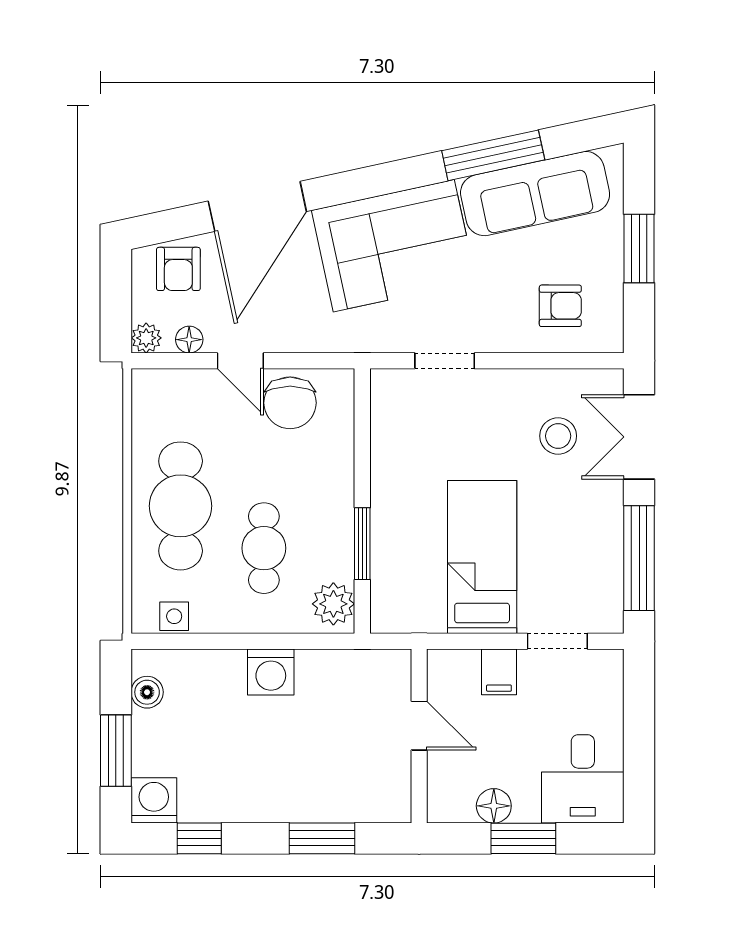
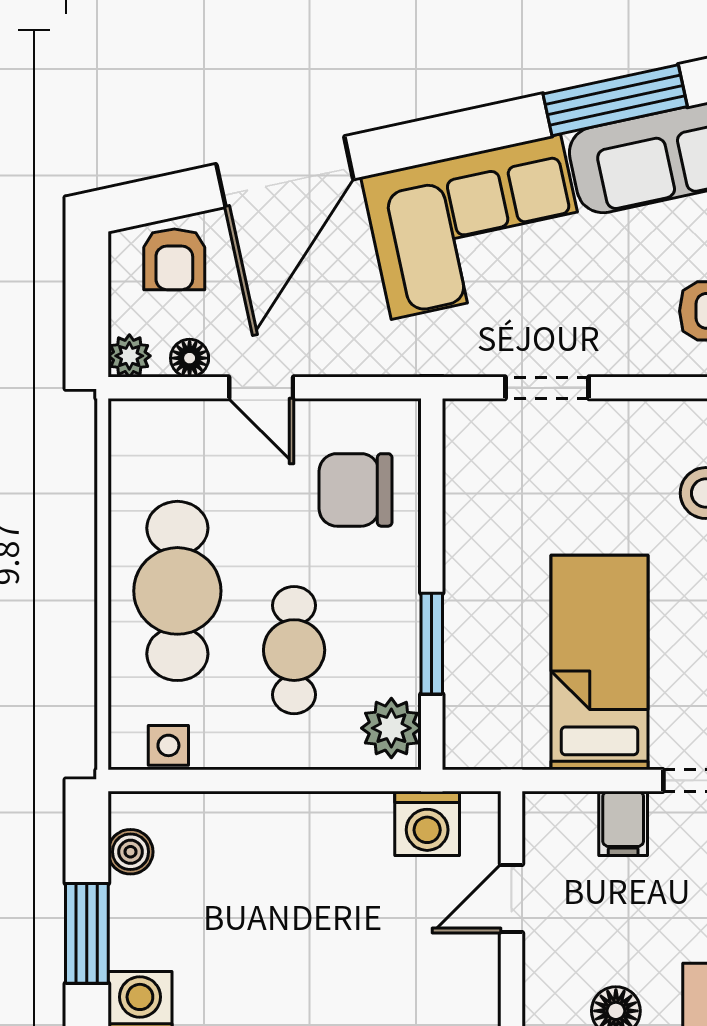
chair: (290, 403) -> (356, 490), moved, turned 90
washing machine: (271, 672) -> (427, 823), moved
door: (419, 726) -> (511, 899), swing flipped

